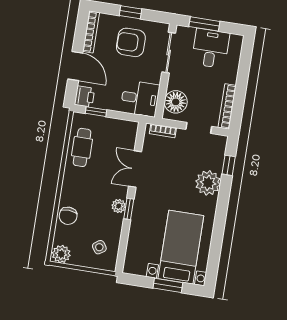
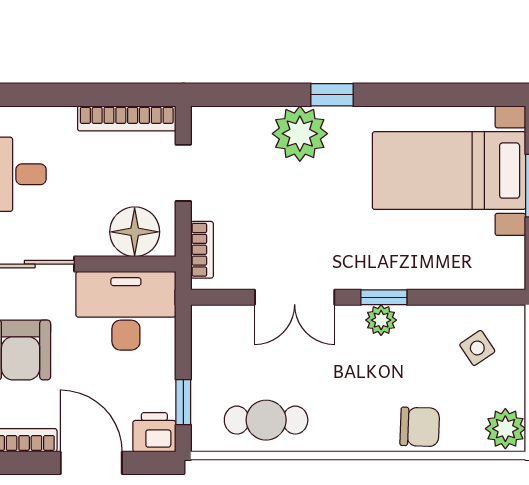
door: (75, 66) -> (91, 463), hinge flipped
desk: (140, 98) -> (126, 311), width x1.37
window: (229, 165) -> (332, 95), moved

